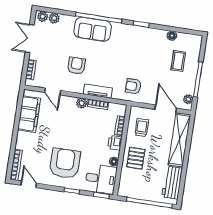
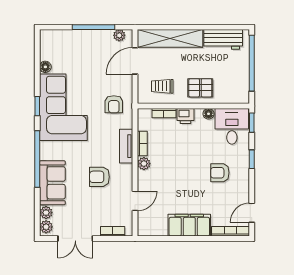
sofa: (93, 29) -> (52, 183), moved
corner sofa: (137, 45) -> (63, 107), added
coffee table: (178, 61) -> (75, 54), removed
filing cabinet: (29, 114) -> (189, 225), moved
armchair: (65, 163) -> (220, 173), width x0.53, depth x0.53

